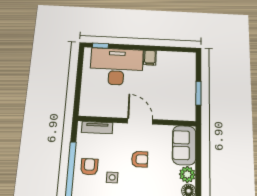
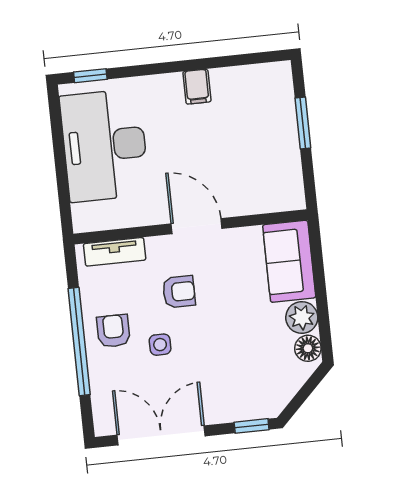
desk: (117, 67) -> (104, 145), moved, turned -90
window: (198, 93) -> (303, 123), moved
armchair: (140, 159) -> (179, 292), moved

